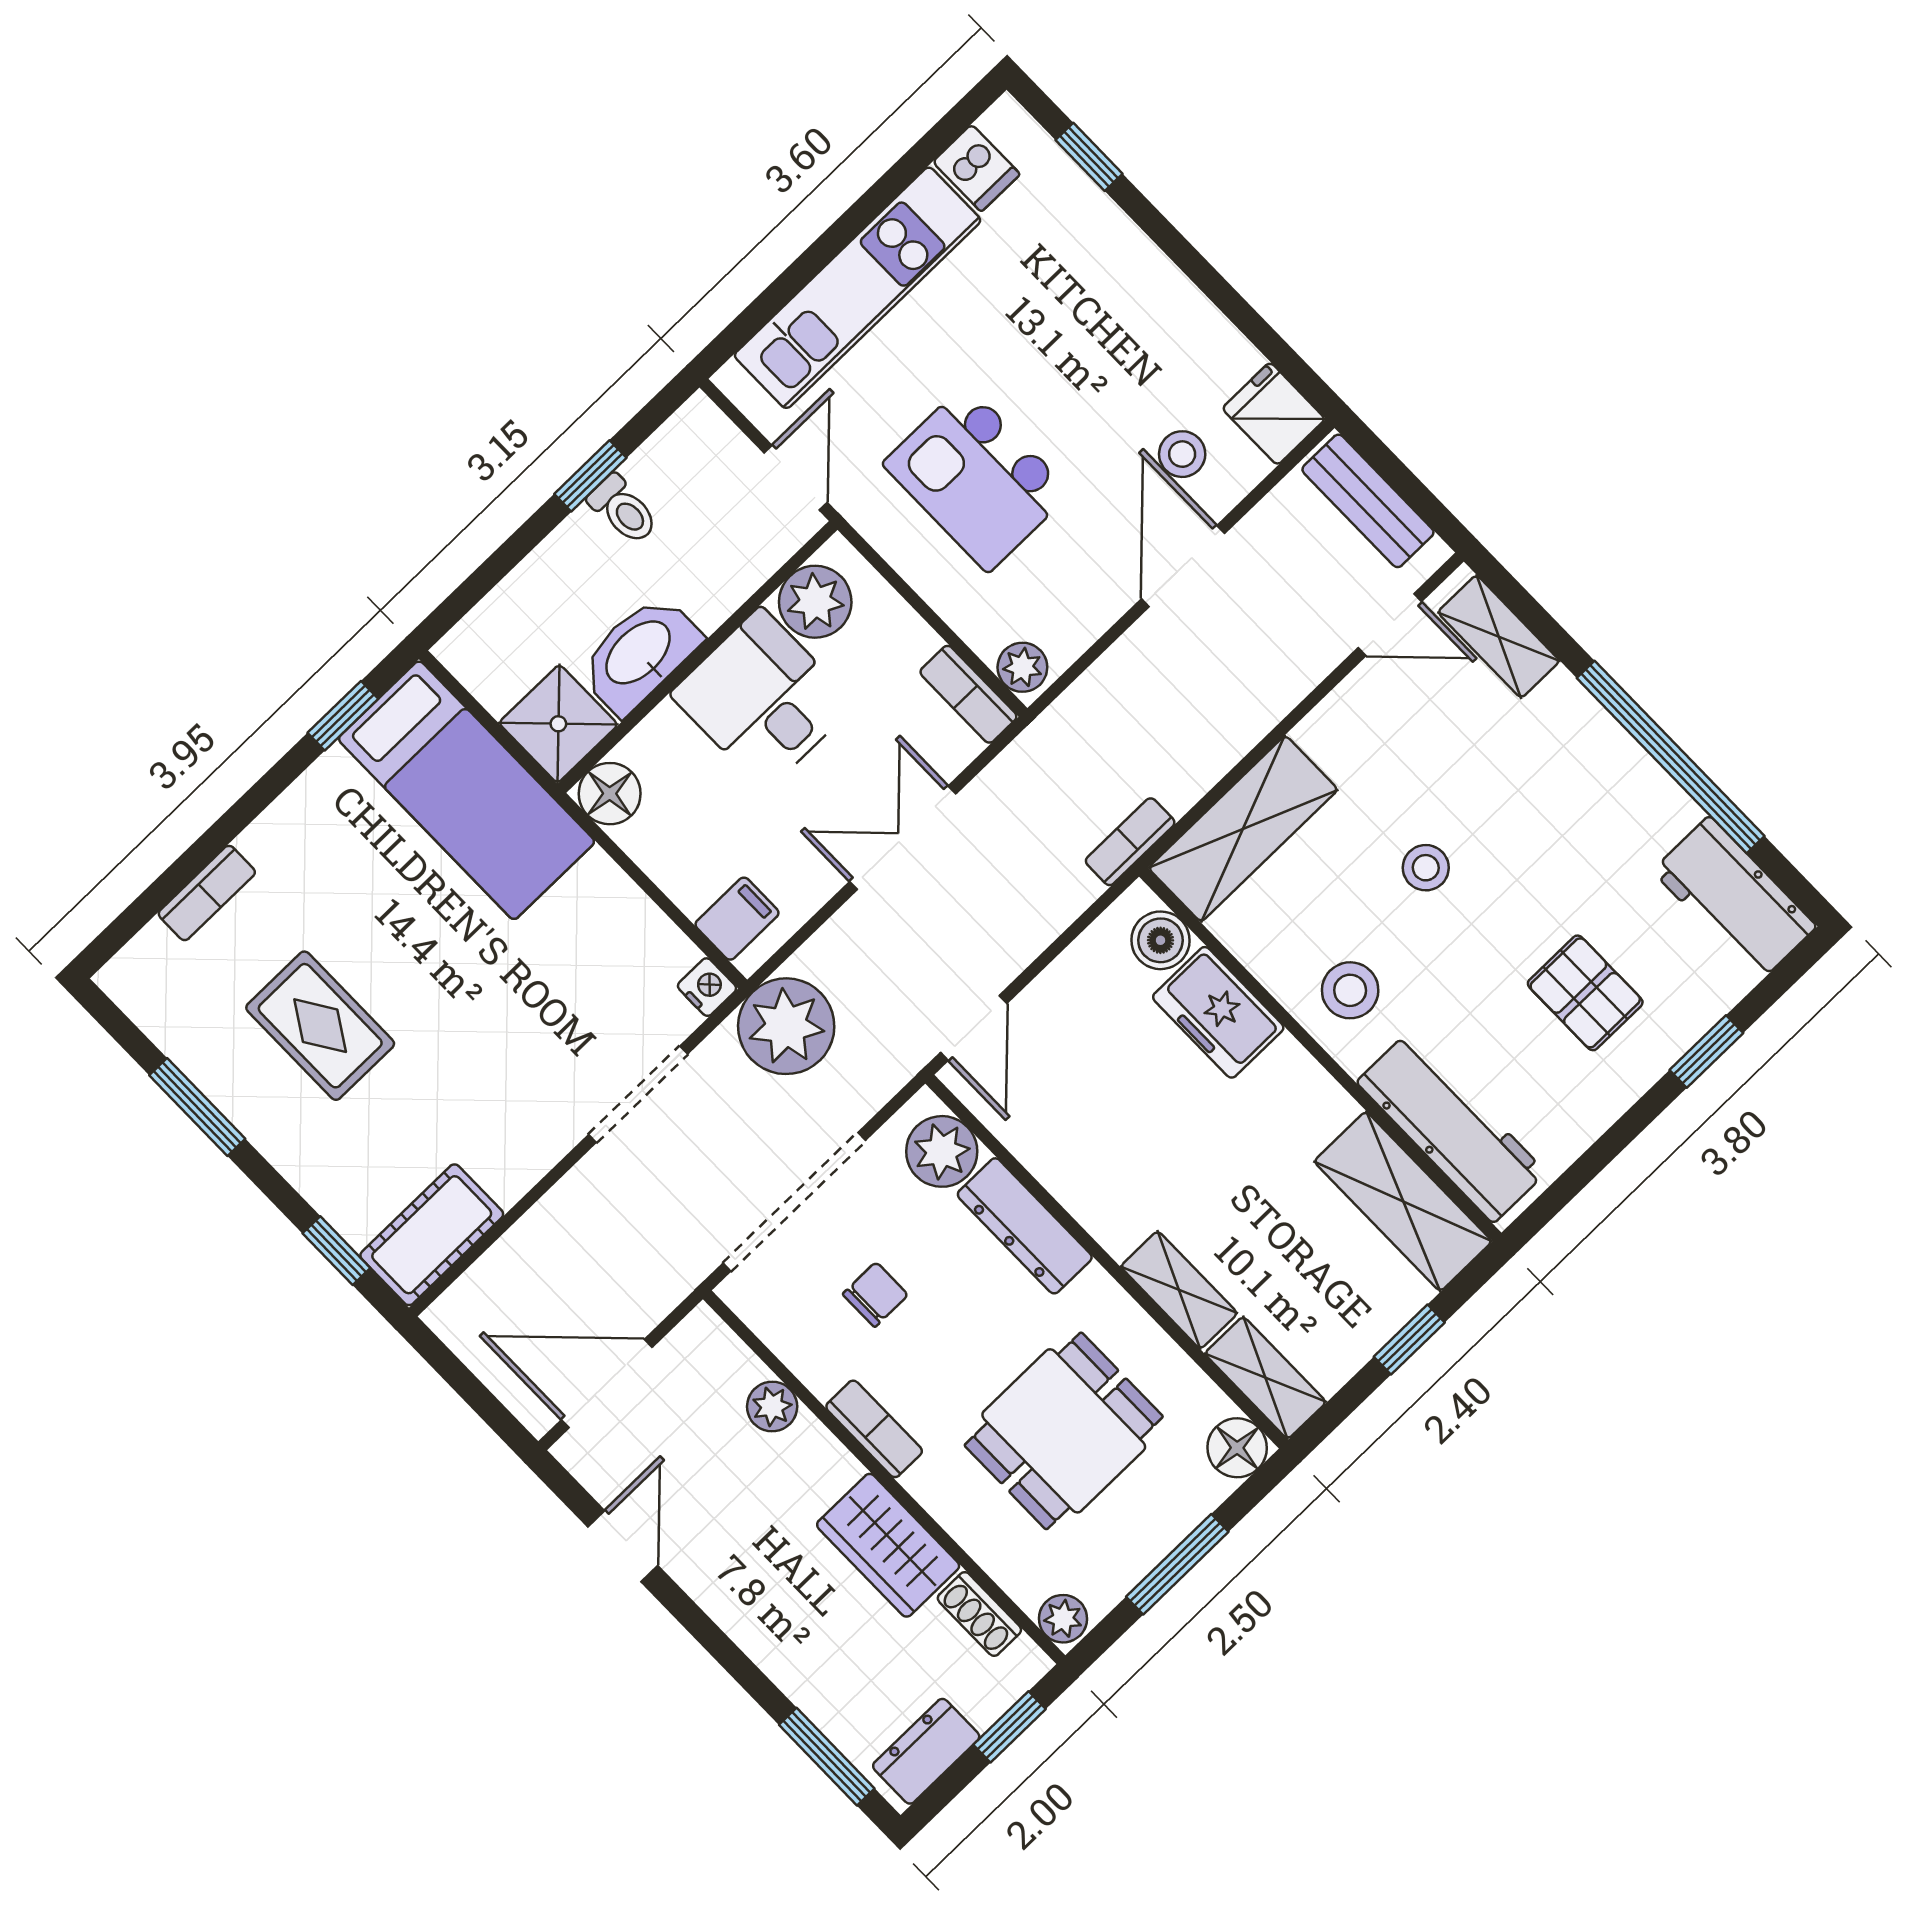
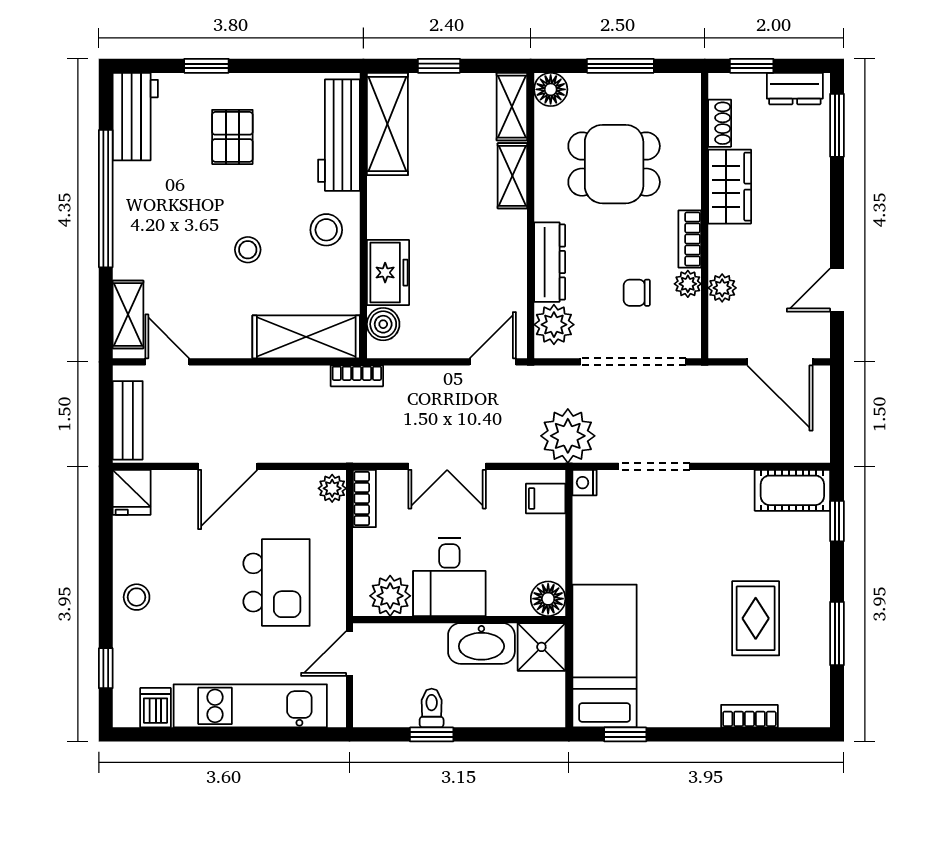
stool: (1182, 454) -> (137, 597), moved
plant: (1063, 1619) -> (688, 284), moved

